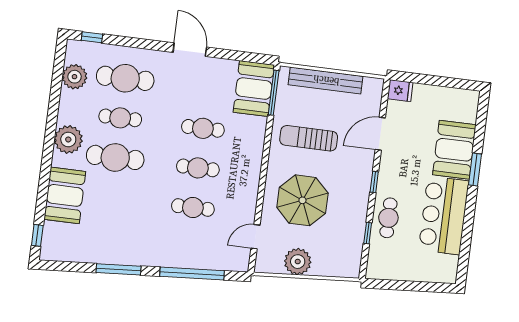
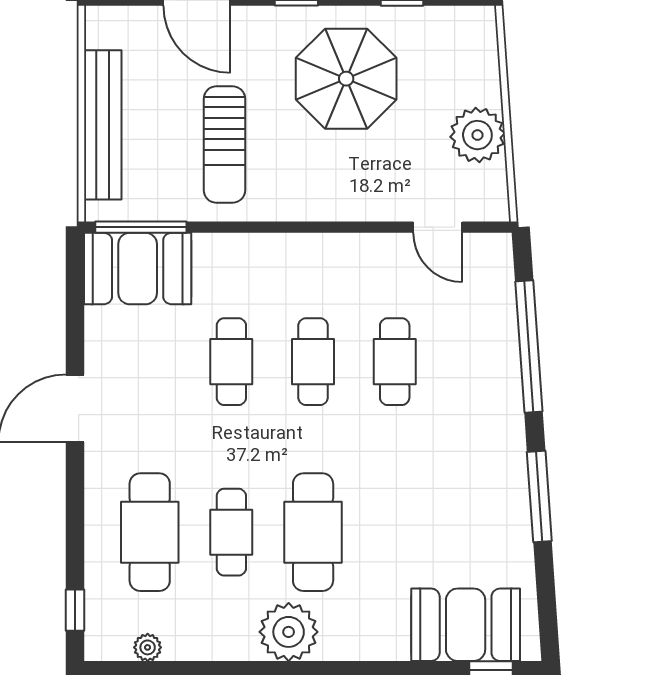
plant: (75, 77) -> (148, 647), width x0.53, depth x0.53
booth: (65, 195) -> (466, 625), moved
parasol: (302, 200) -> (346, 79), moved

